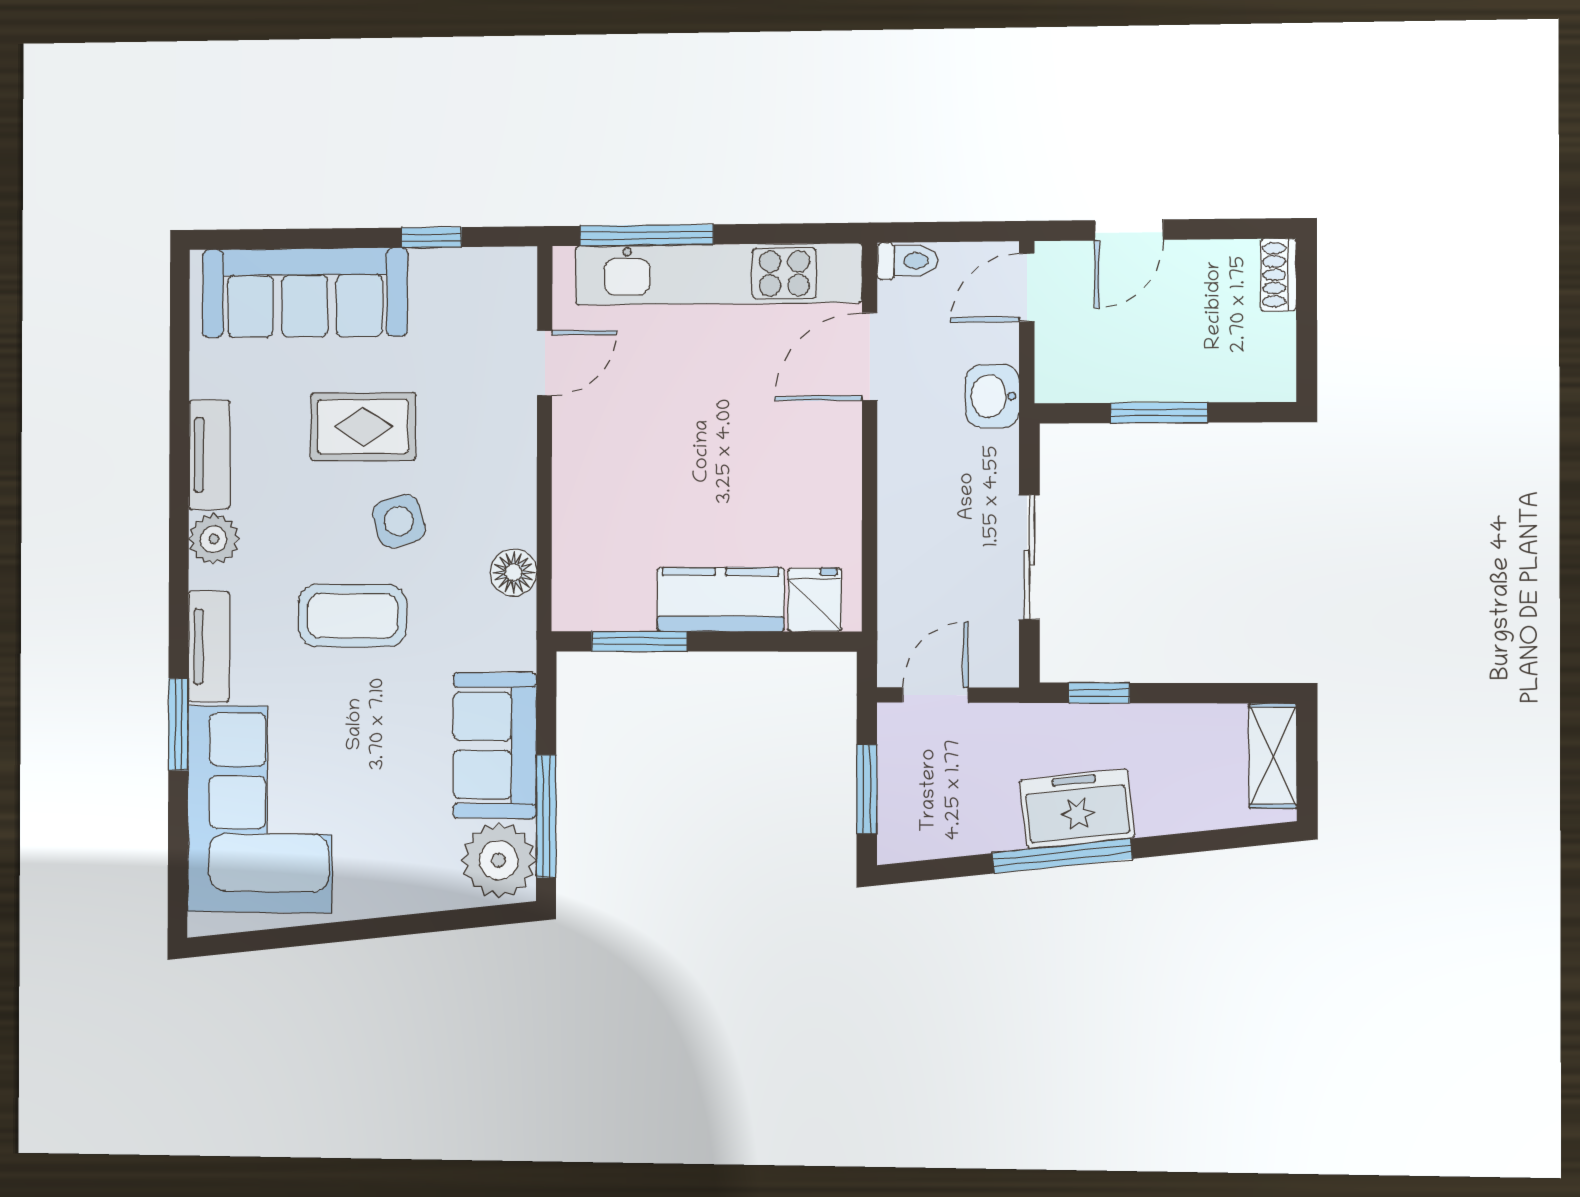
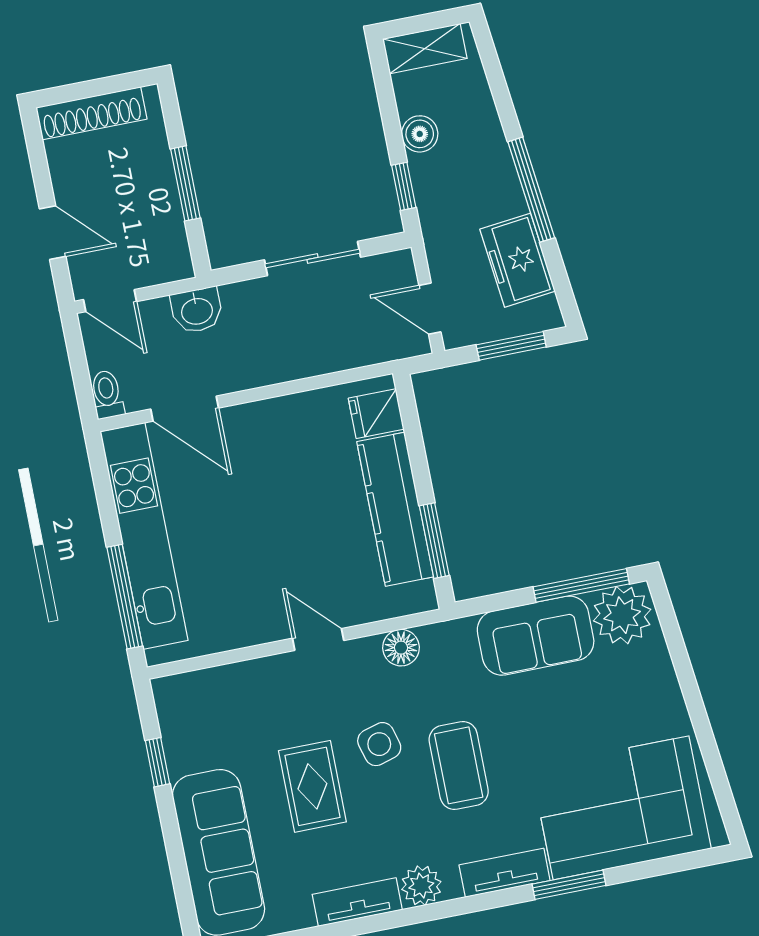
shoe rack: (1278, 275) -> (91, 113), width x1.94, depth x1.24
door: (545, 363) -> (318, 639), moved
kitchen counter: (720, 600) -> (395, 509), width x1.50
boiler: (1163, 727) -> (420, 134), added
freezer: (1077, 809) -> (518, 260), moved

